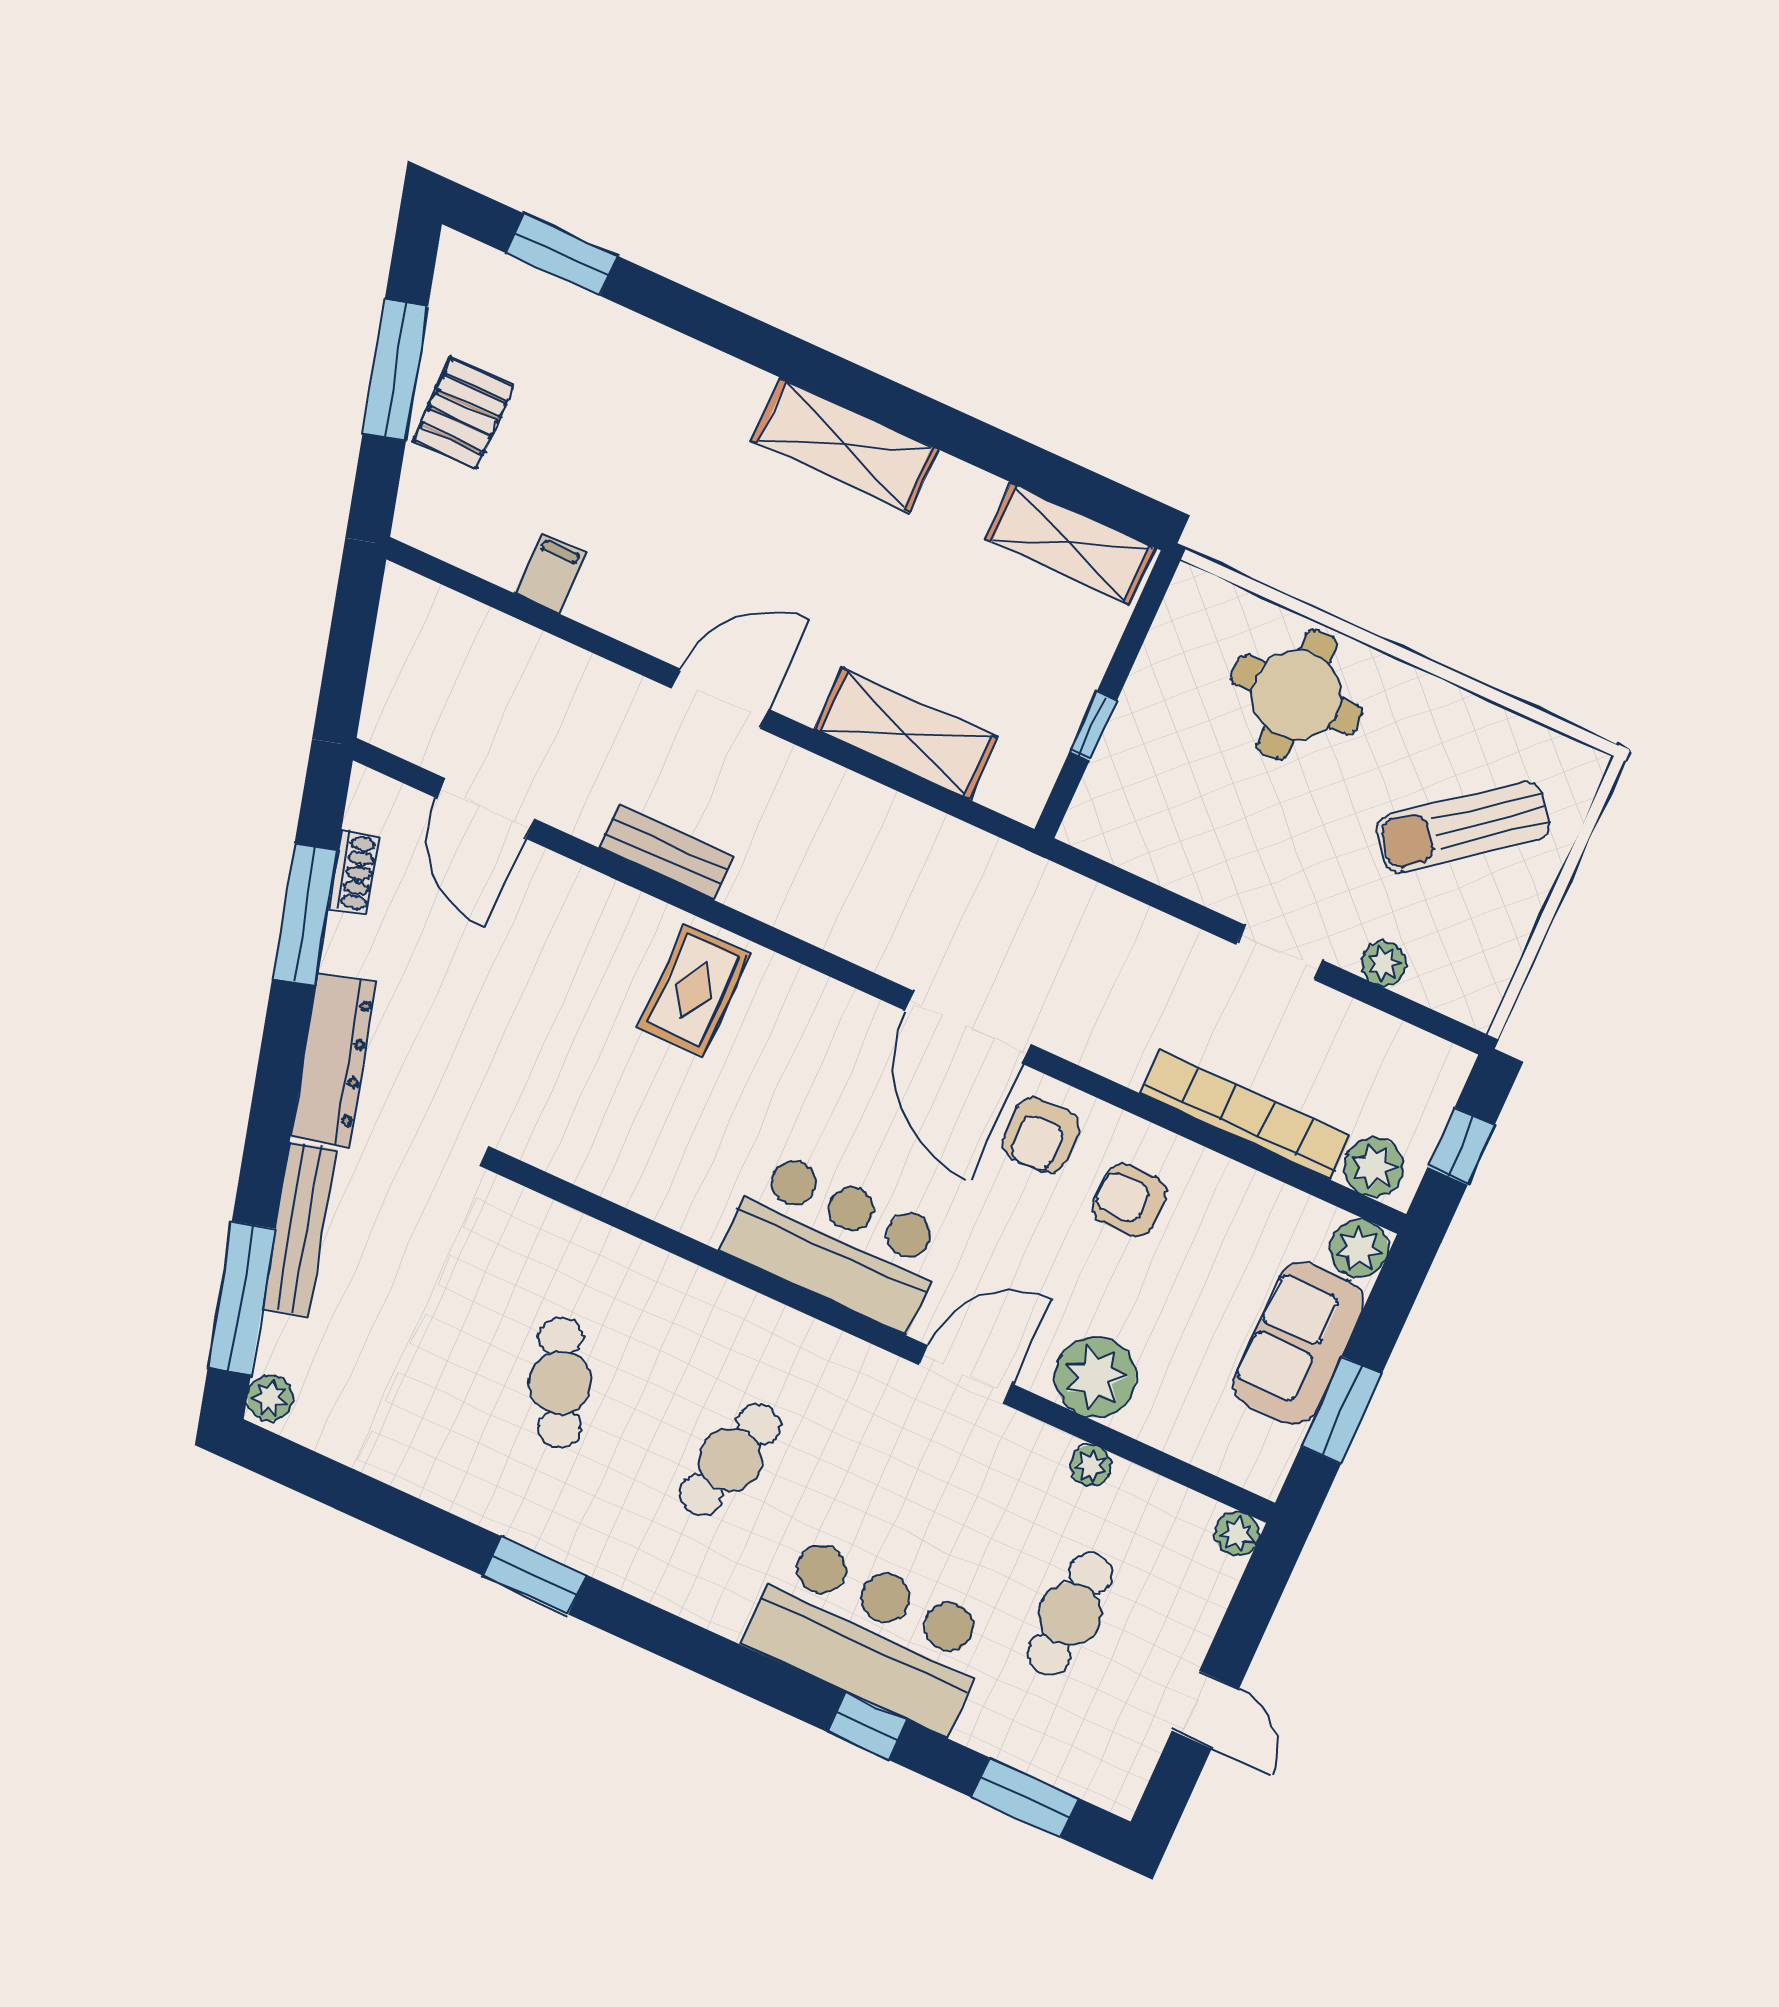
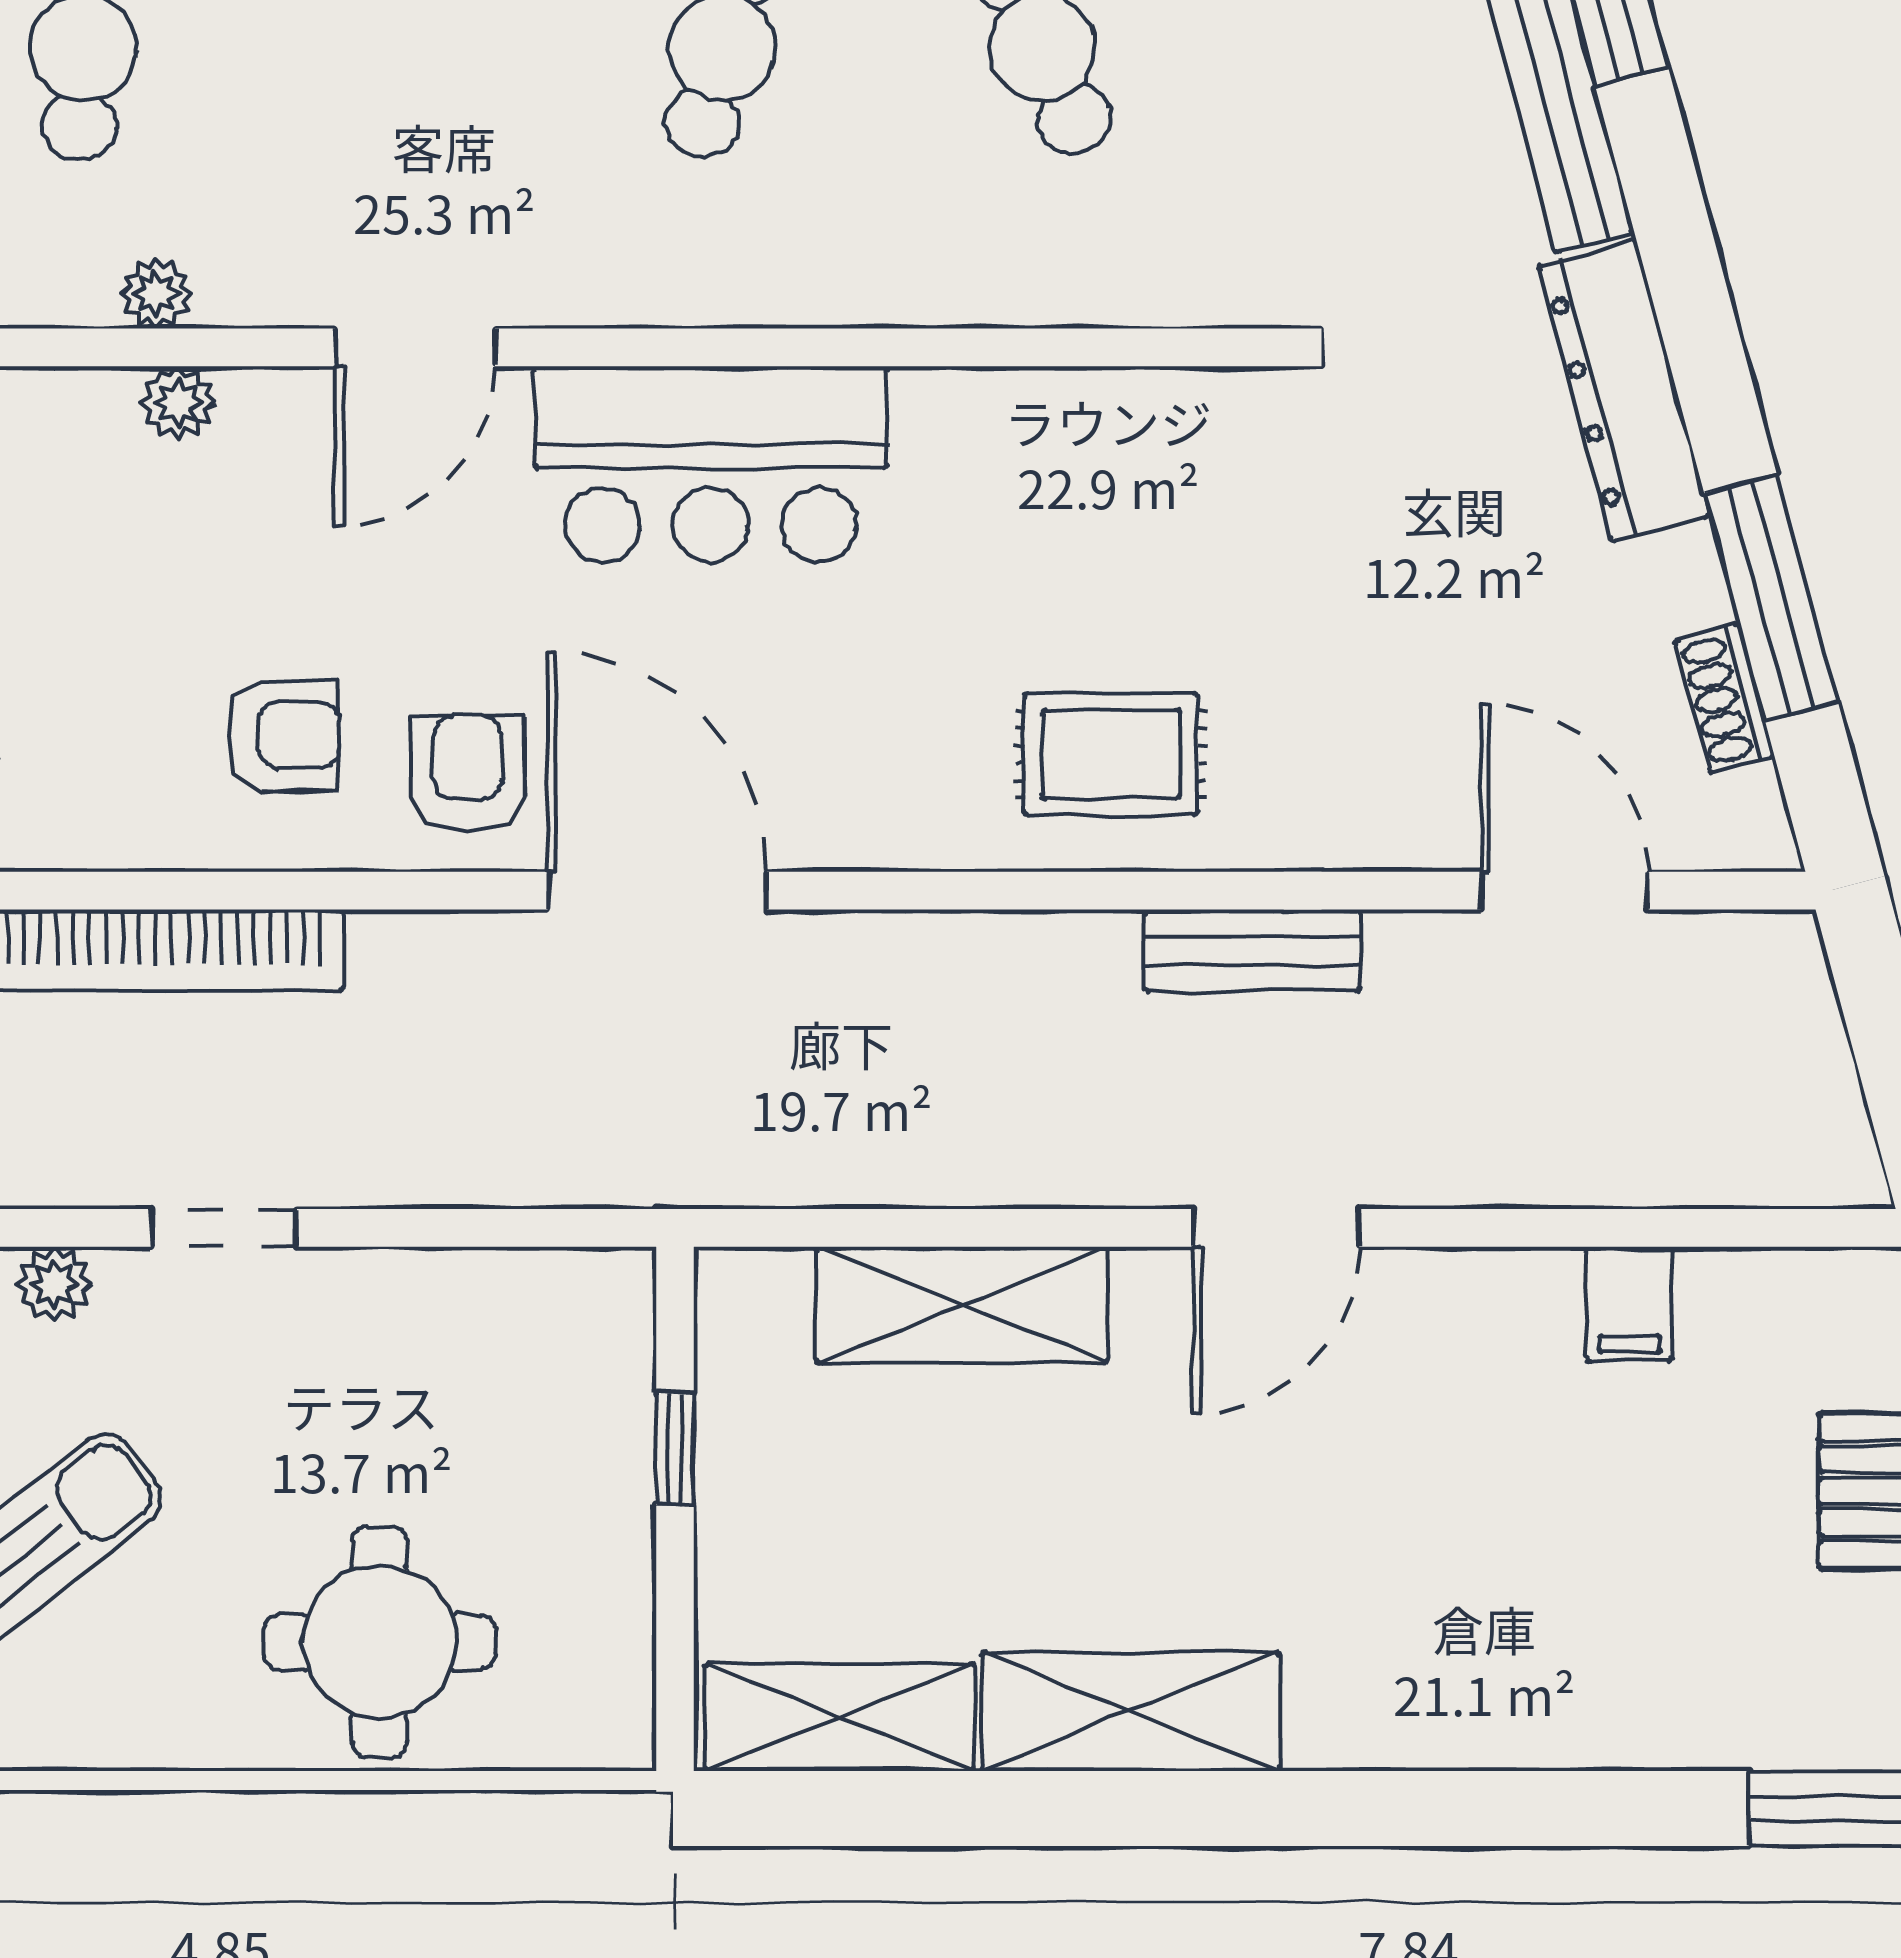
shelving: (845, 445) -> (1131, 1712), moved
rug: (694, 990) -> (1111, 754), turned 90
plant: (1095, 1377) -> (179, 403), width x0.53, depth x0.53

